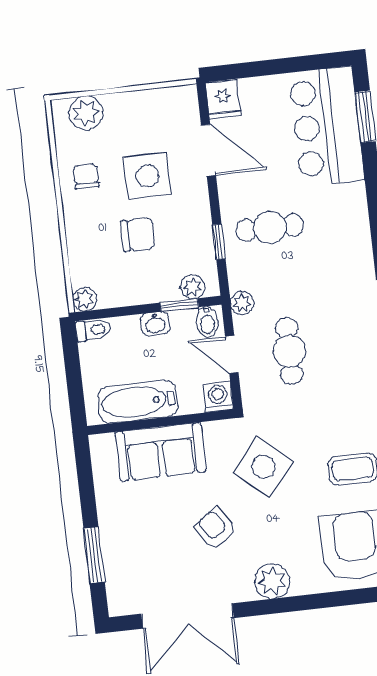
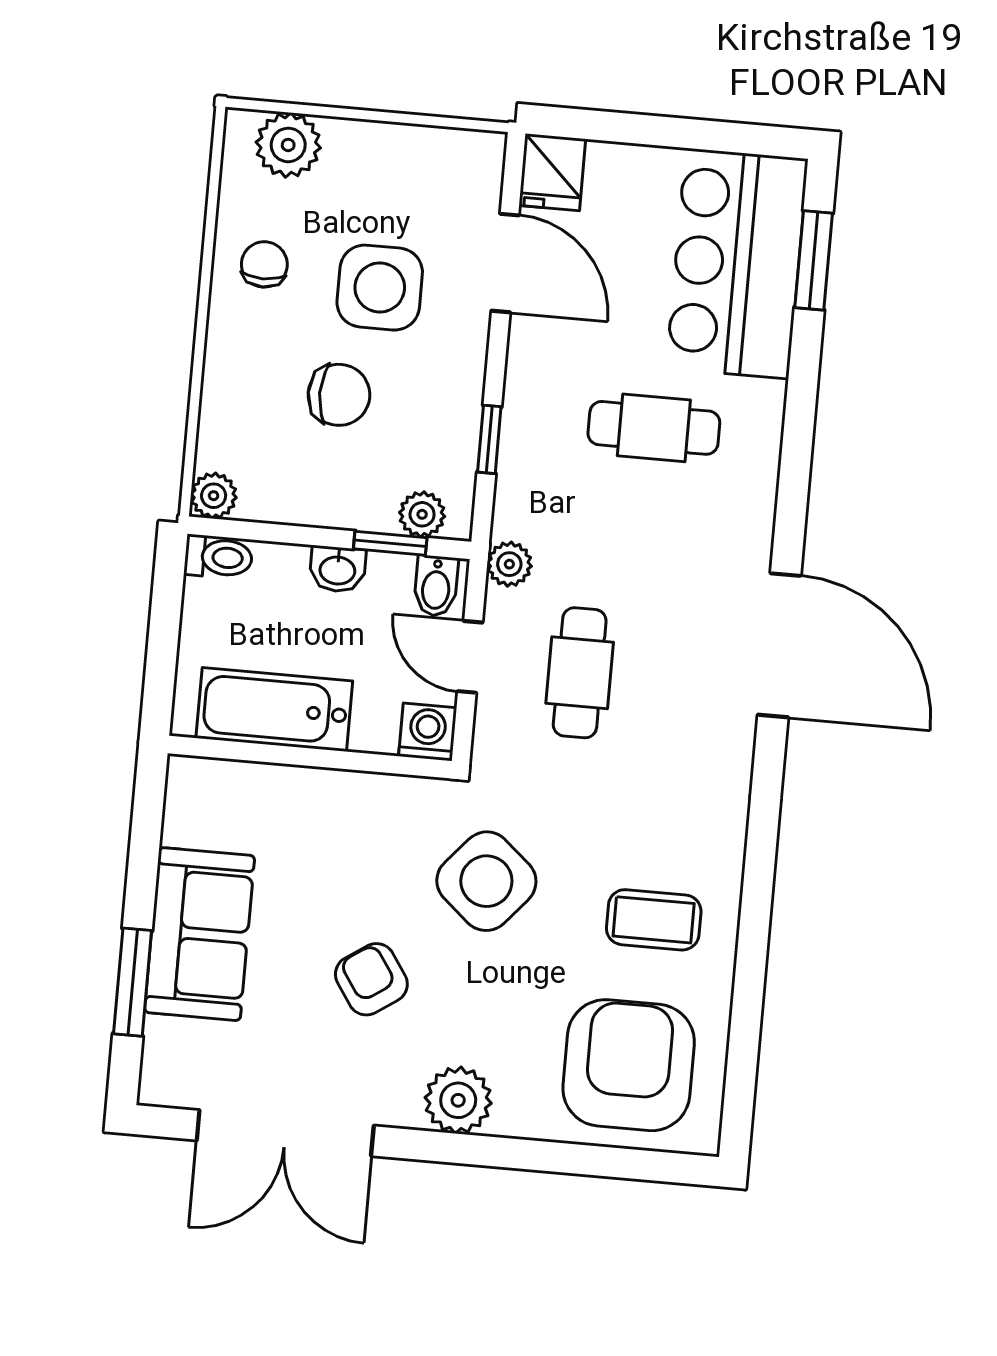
cafe table: (270, 228) -> (654, 428), moved
sofa: (161, 452) -> (200, 934), moved, turned -90

